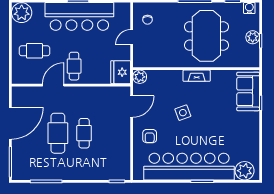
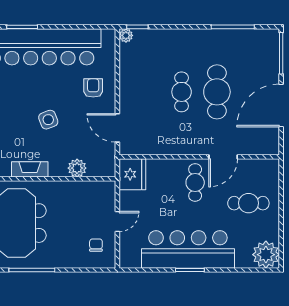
plant: (140, 77) -> (77, 168), moved
door: (132, 107) -> (117, 128), hinge flipped
plant: (125, 175) -> (126, 35), added

